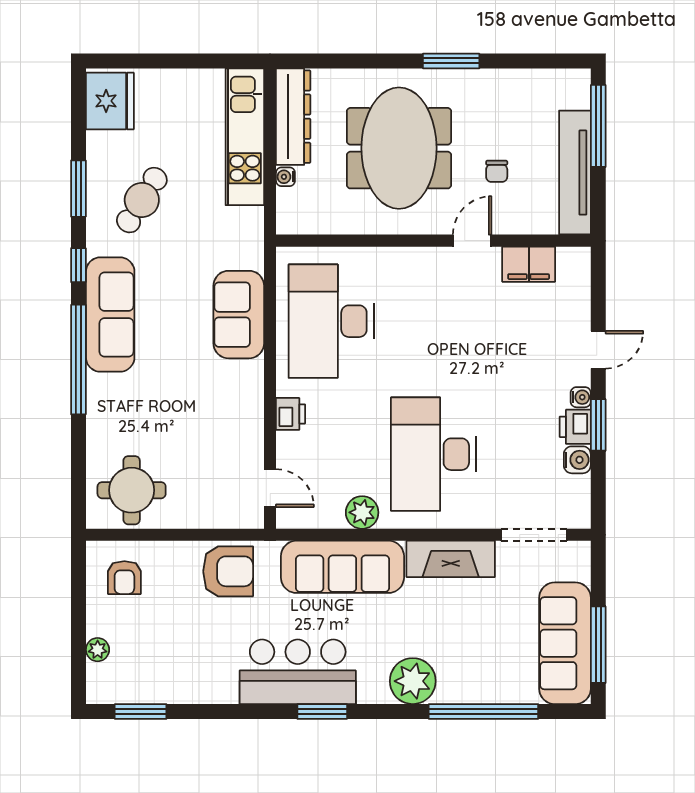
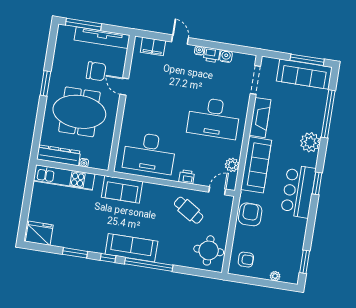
chair: (497, 171) -> (96, 71), width x1.87, depth x1.87
cafe table: (142, 200) -> (189, 210), moved
filing cabinet: (529, 264) -> (153, 46), moved, turned 90
sofa: (239, 315) -> (122, 189), moved
window: (598, 425) -> (212, 45), removed
plant: (362, 512) -> (232, 165), moved

